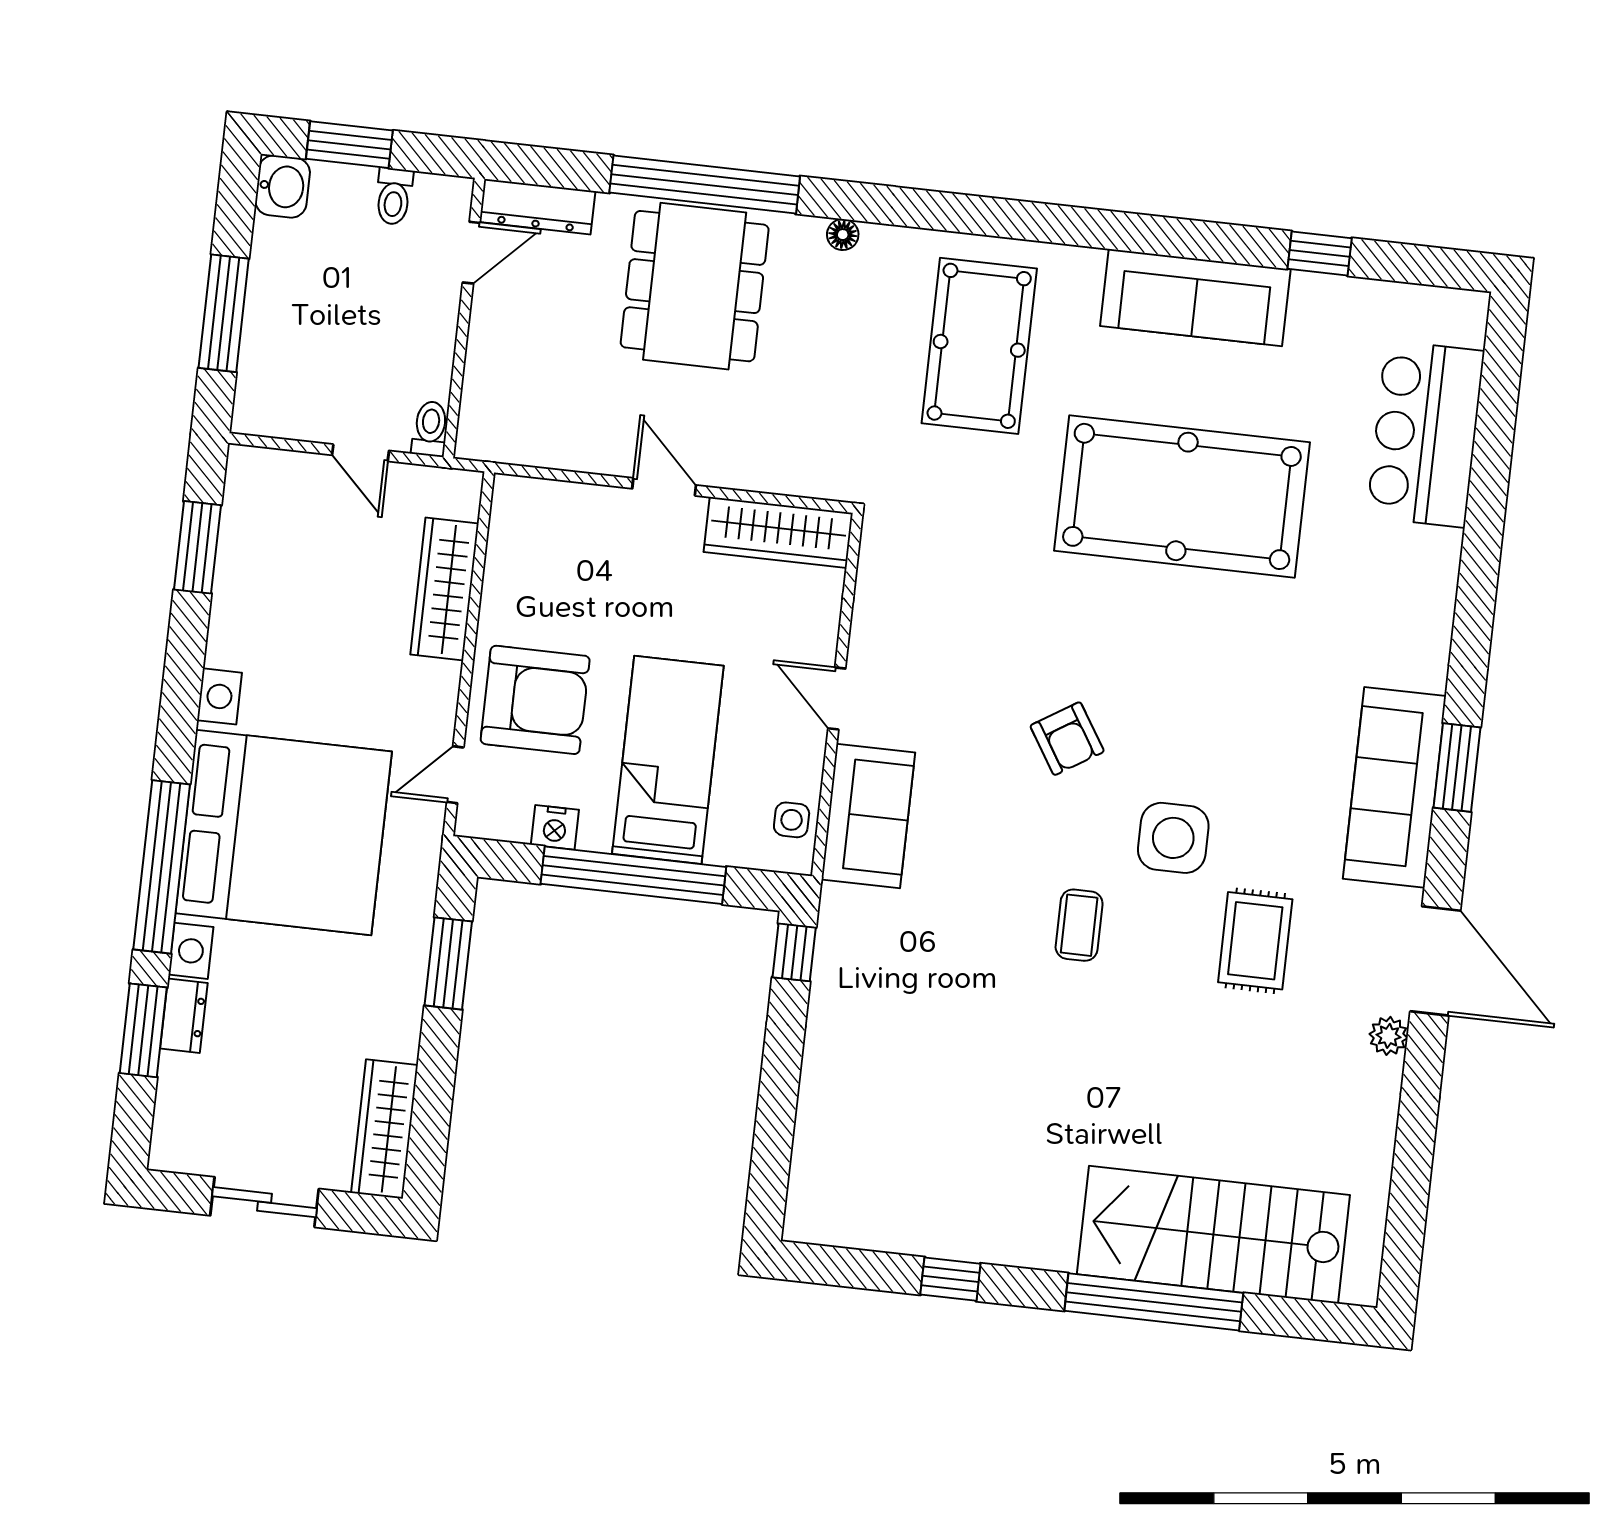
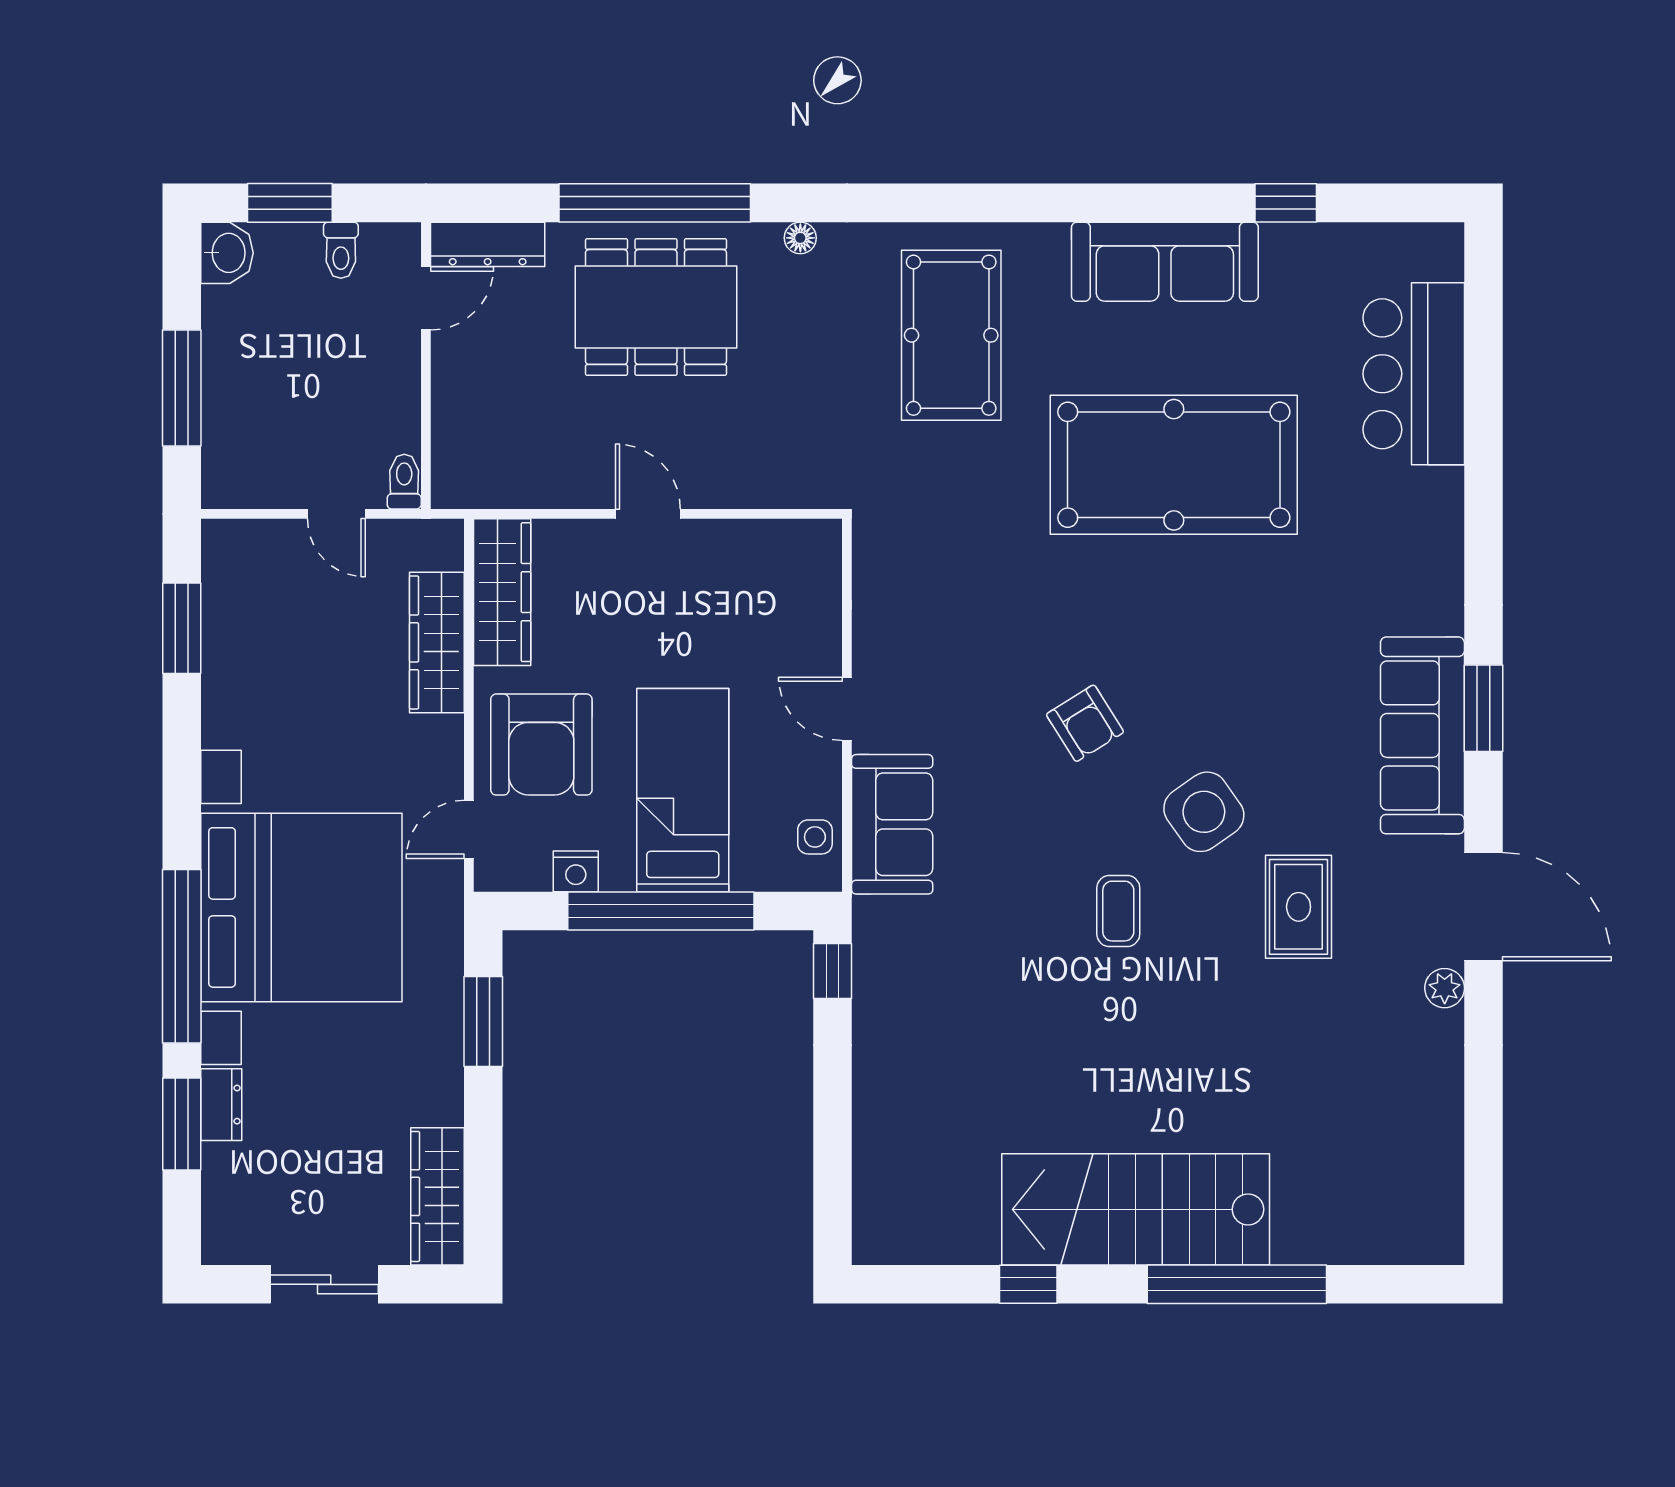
dining table: (695, 286) -> (656, 307), turned 90
wardrobe: (778, 532) -> (502, 592), moved, turned -90
armchair: (535, 700) -> (541, 745), turned 90
side table: (1173, 838) -> (1204, 812), turned -35
stairs: (1213, 1235) -> (1136, 1209), moved

